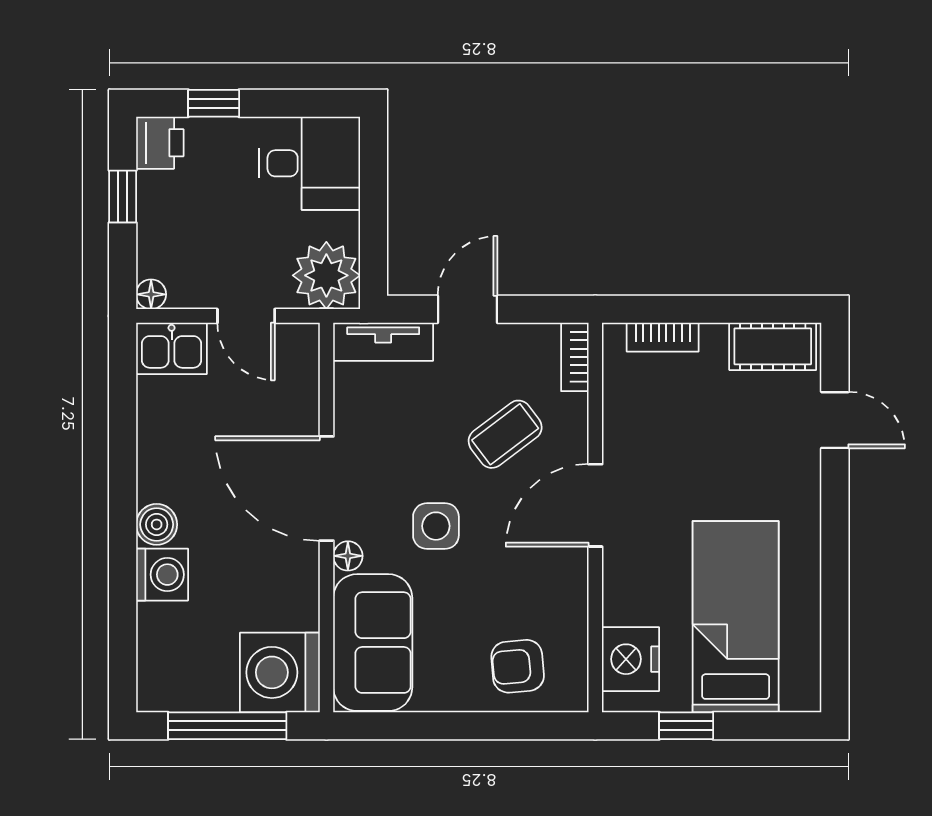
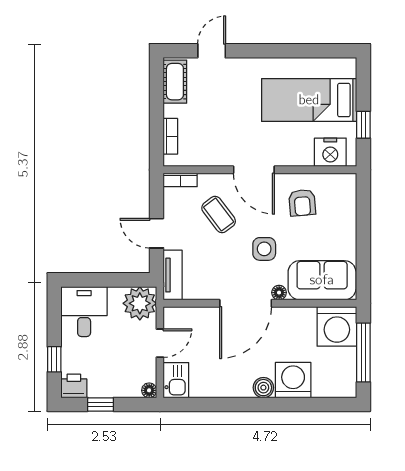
washing machine: (162, 575) -> (293, 380), width x1.37, depth x1.37
armchair: (518, 666) -> (302, 203), moved

